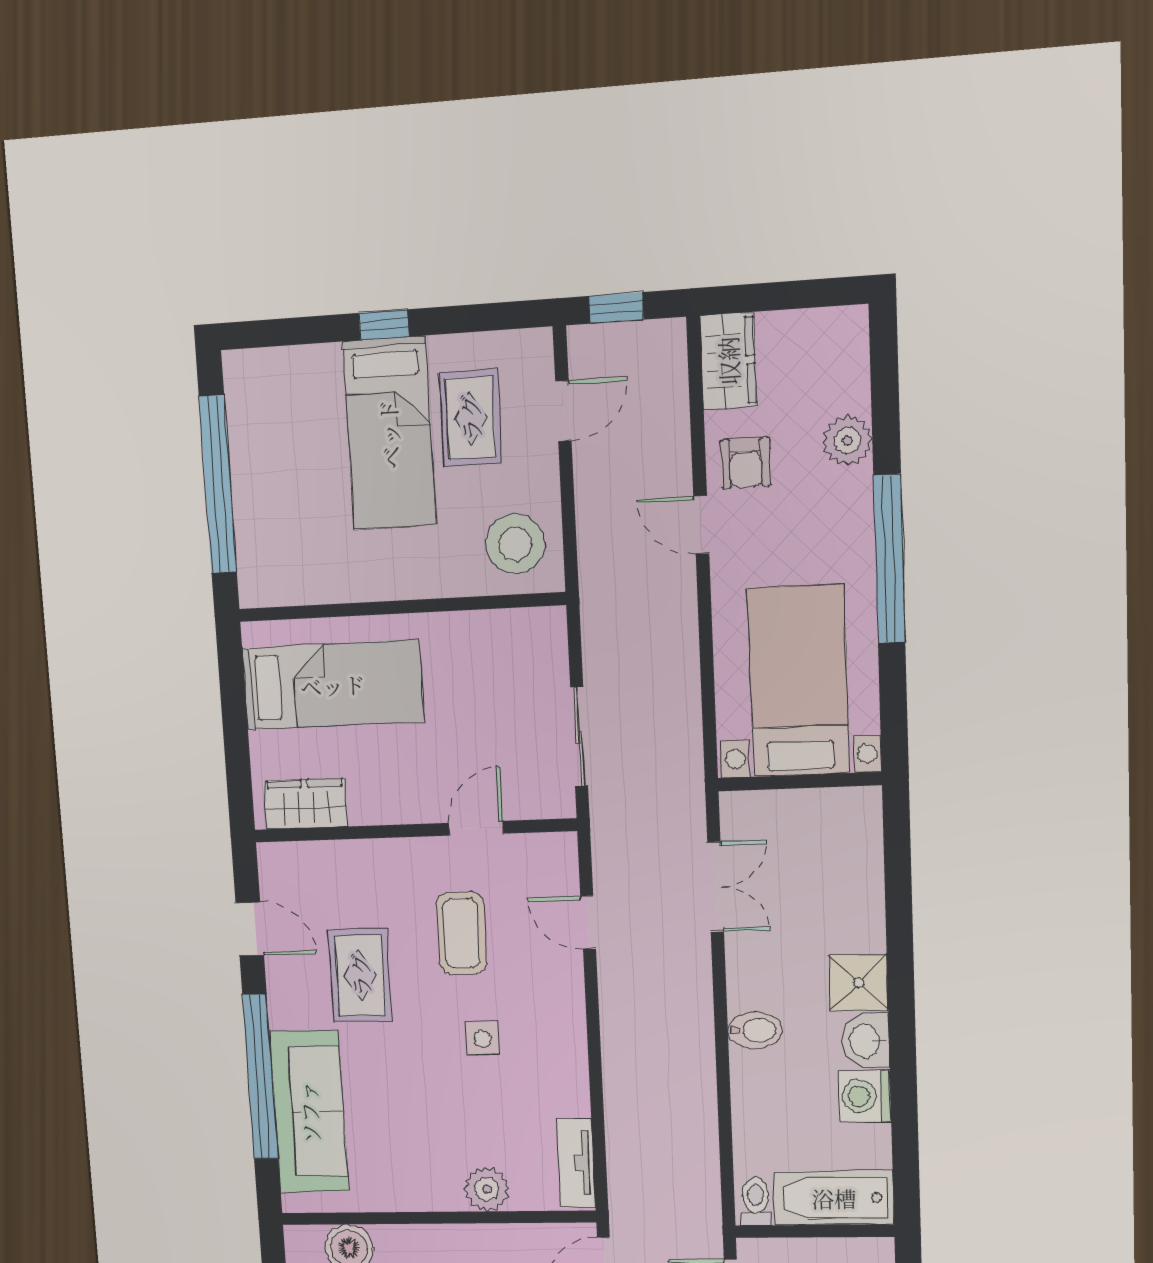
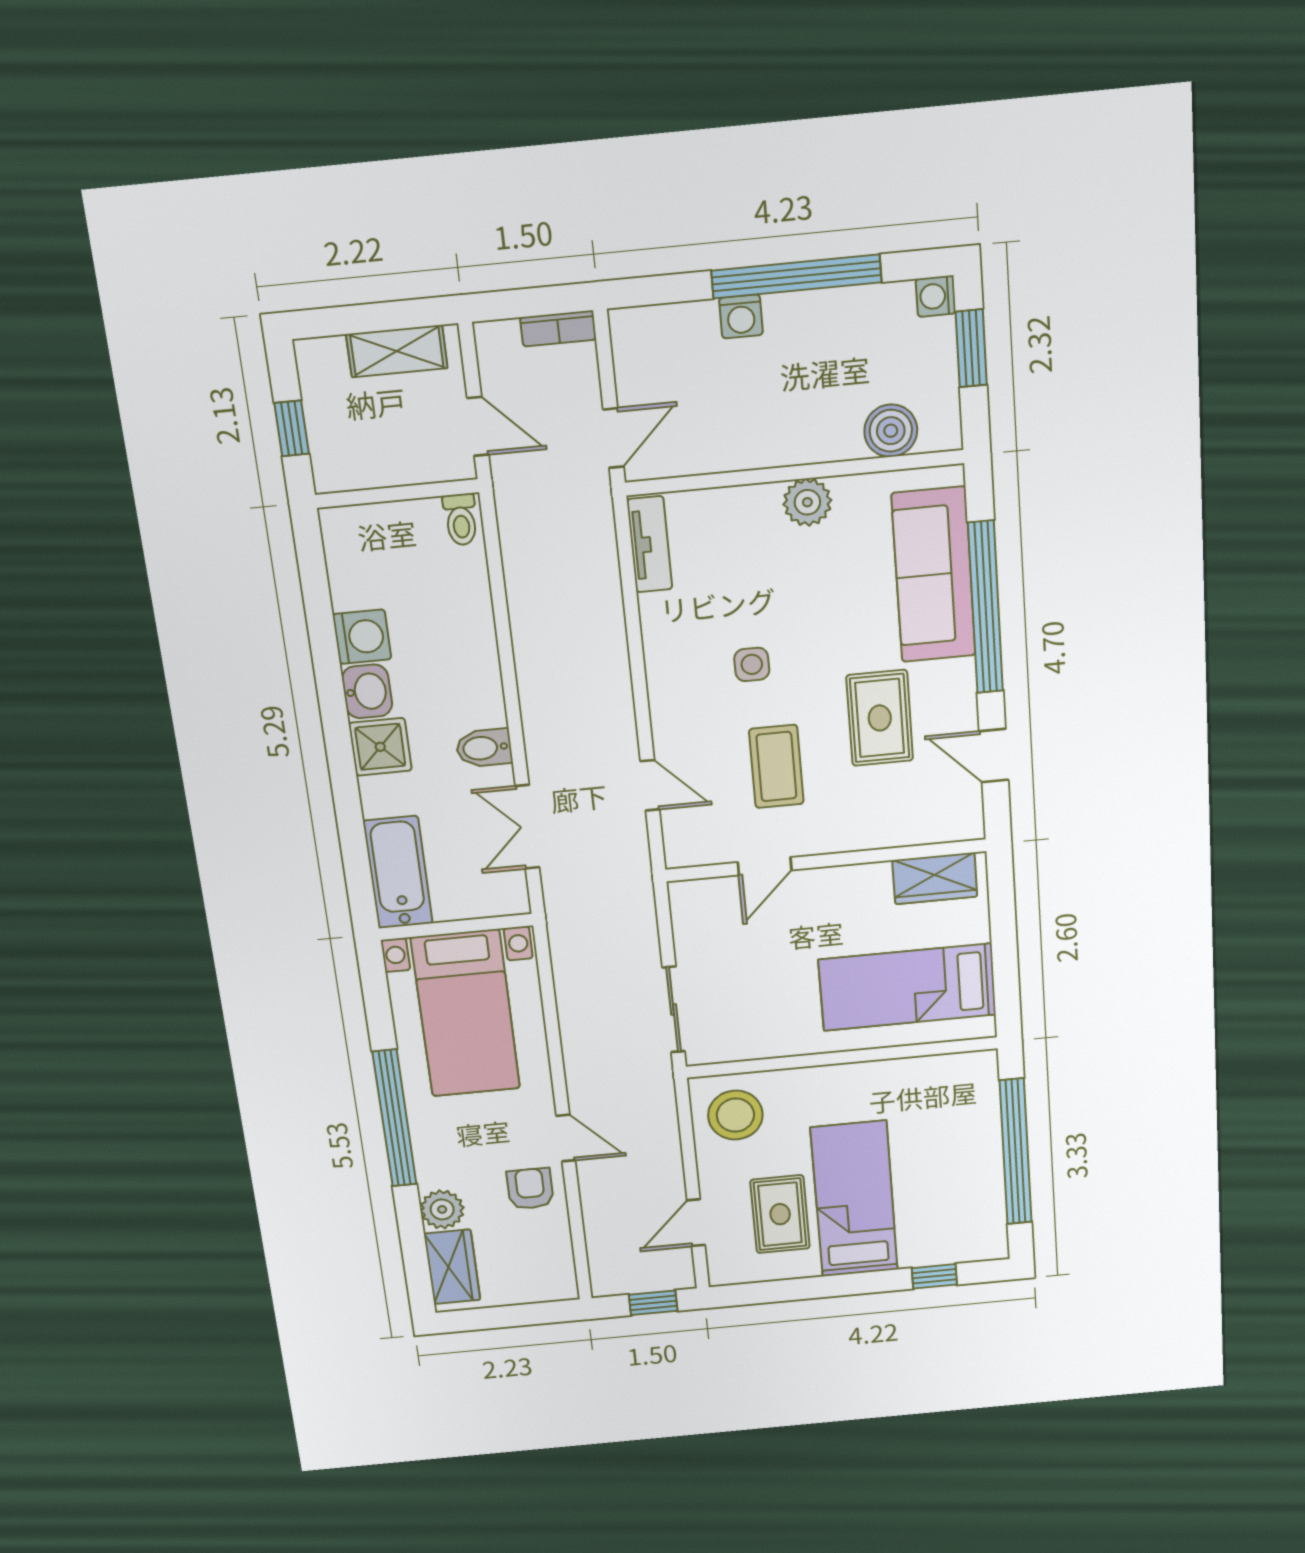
window: (384, 325) -> (934, 1276), moved
wardrobe: (728, 361) -> (452, 1267), moved, turned 180
sliding door: (579, 737) -> (674, 1009), moved
bidet: (755, 1030) -> (484, 748), moved
plant: (487, 1189) -> (807, 502), moved
bathtub: (834, 1198) -> (398, 872), moved, turned -90

